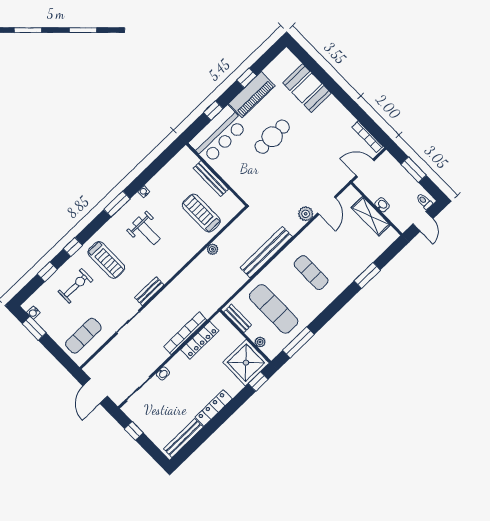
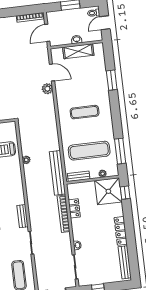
door: (423, 221) -> (105, 23), swing flipped
bench: (266, 252) -> (57, 173), moved
locker: (200, 340) -> (74, 208), width x0.66

